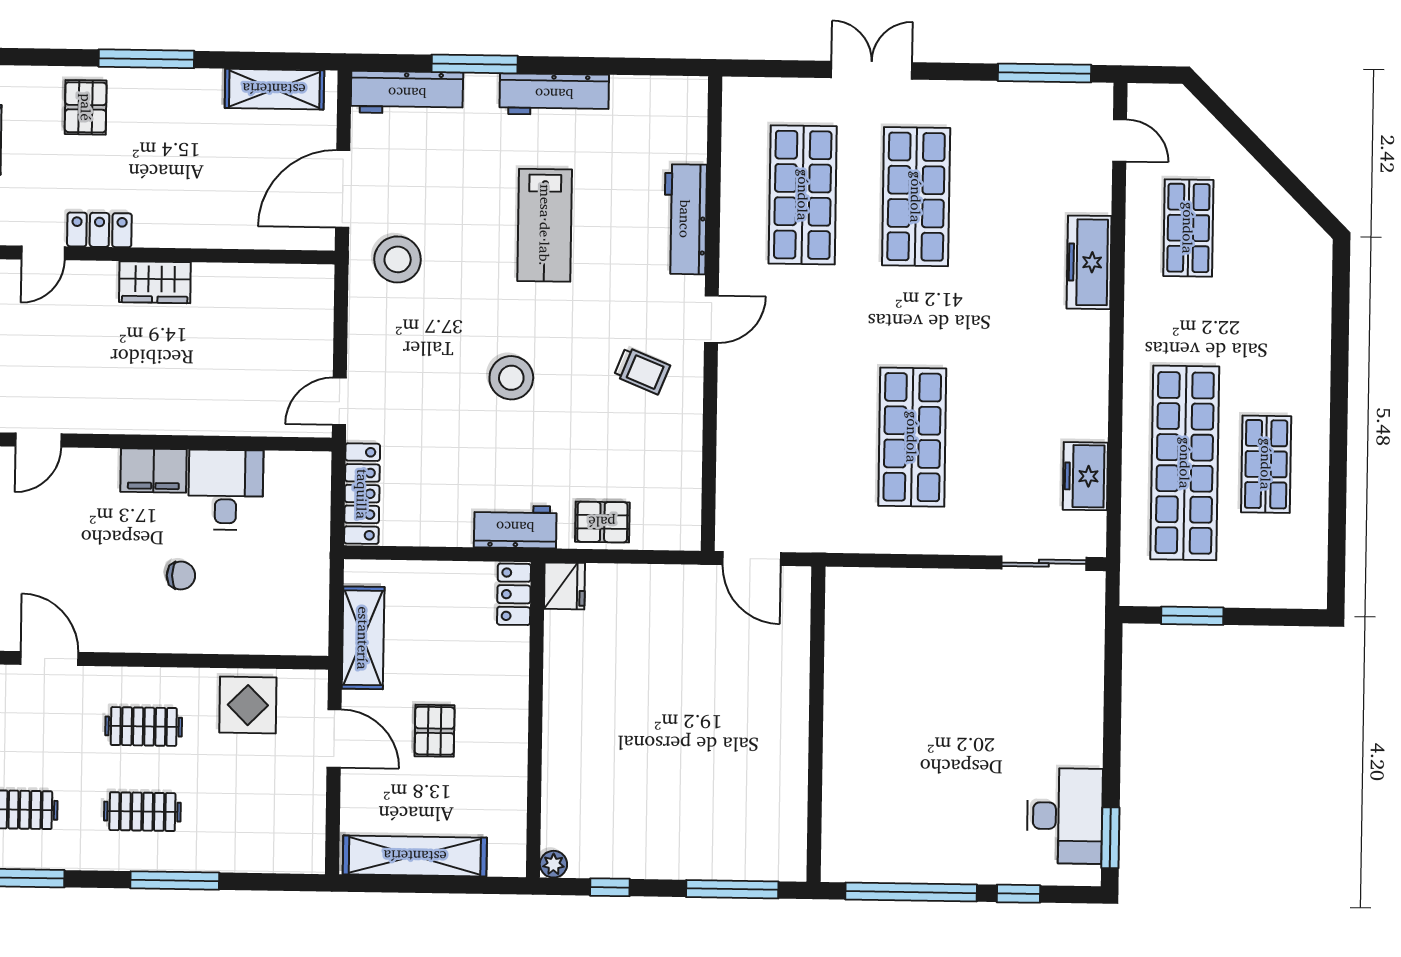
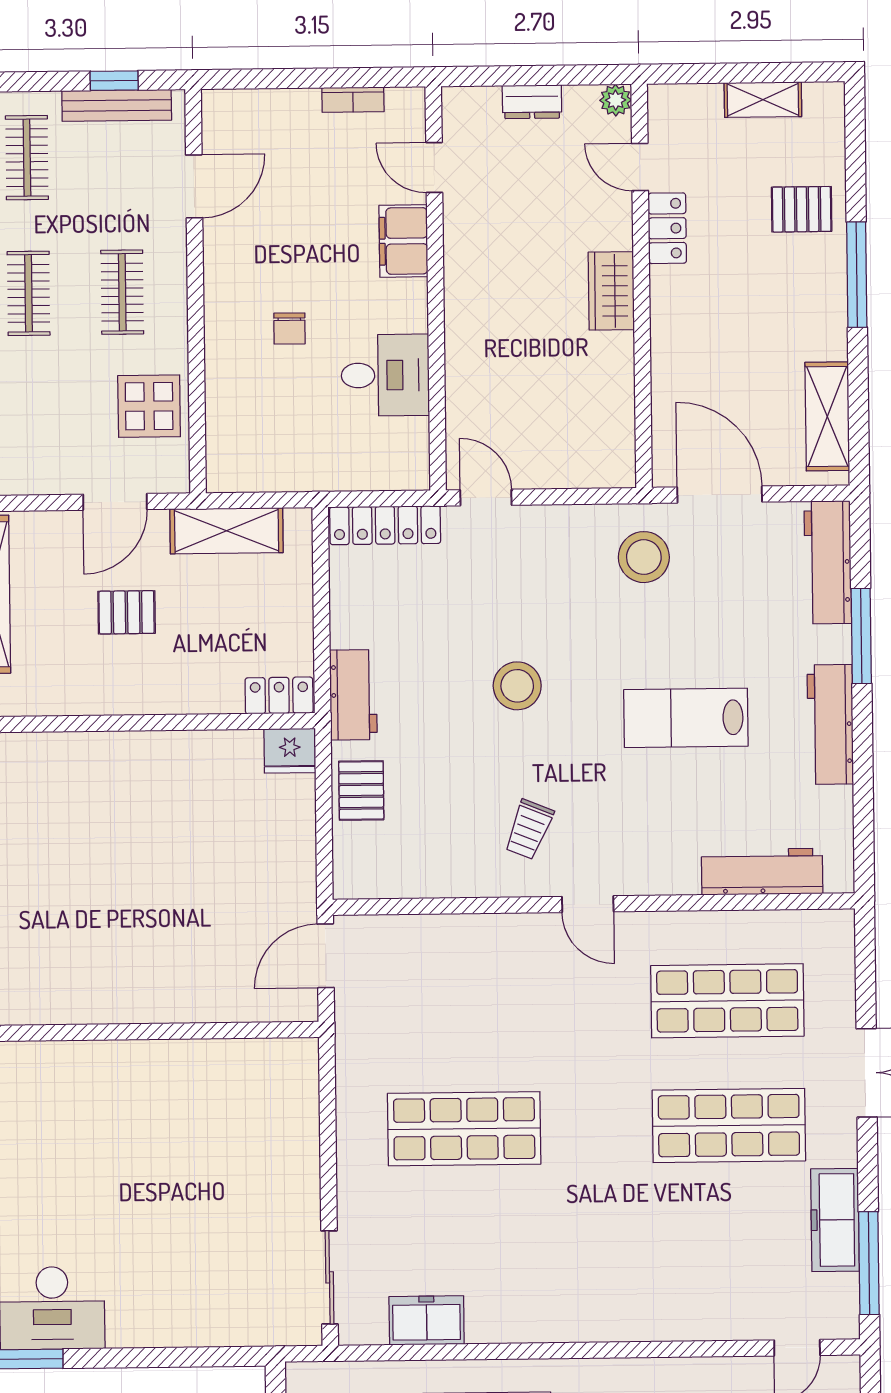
workbench: (685, 219) -> (762, 872), moved
freezer: (1089, 262) -> (835, 1220), moved, turned -90
filing cabinet: (154, 471) -> (403, 241), moved

